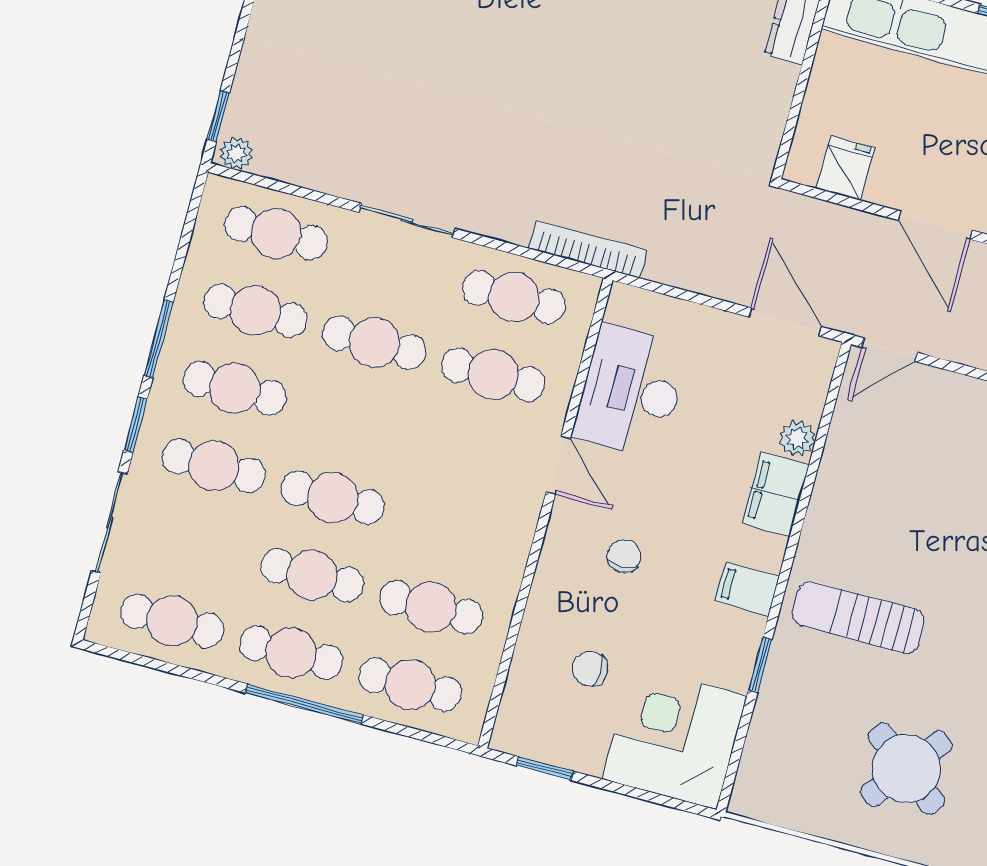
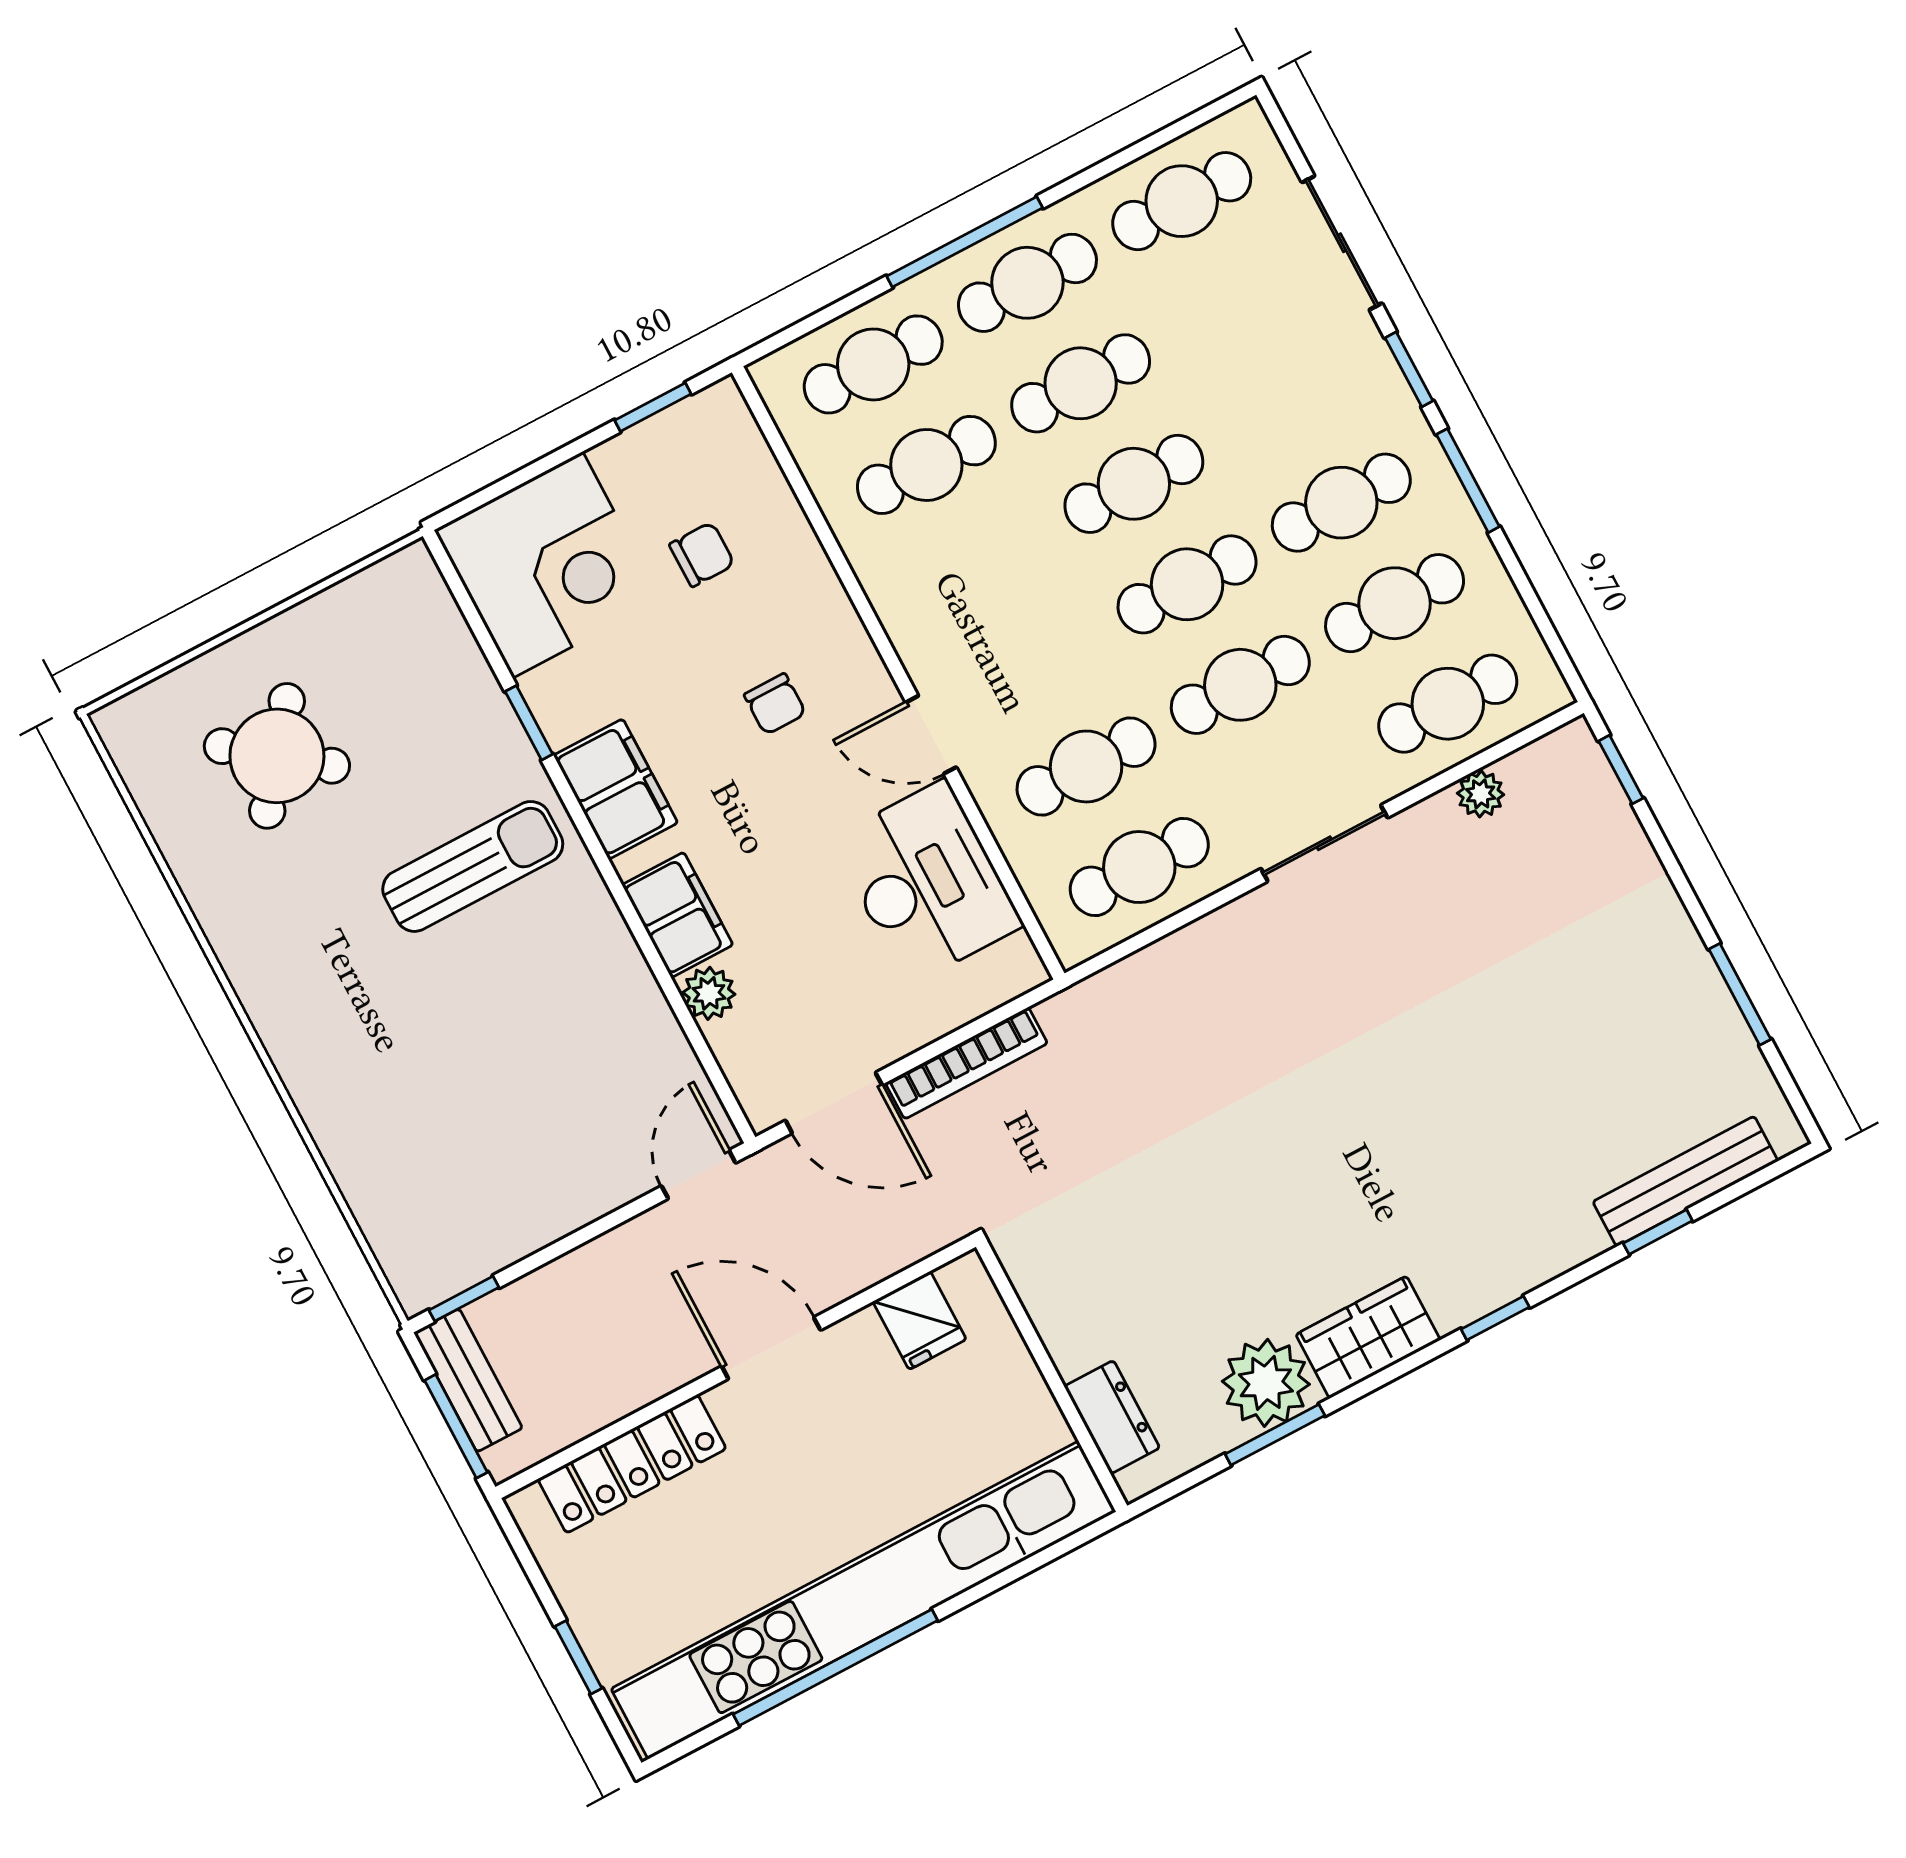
plant: (237, 153) -> (1481, 794), moved
bookcase: (588, 249) -> (966, 1063), moved
cafe table: (214, 466) -> (1187, 584), moved
filing cabinet: (747, 589) -> (616, 789), width x2.00

